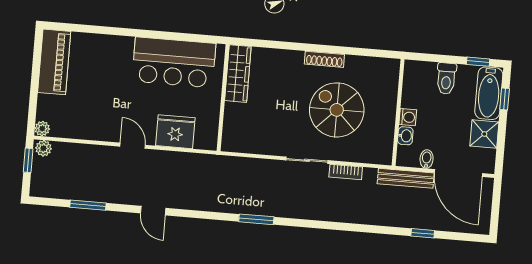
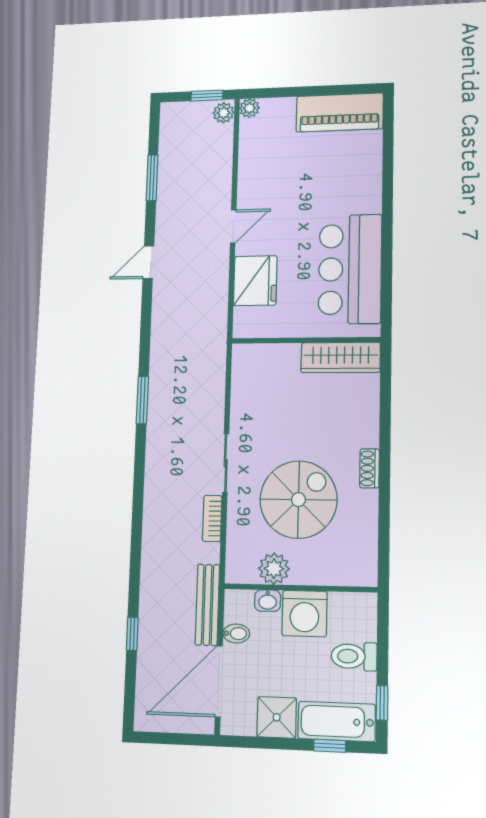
shoe rack: (324, 59) -> (370, 468), width x0.70
washing machine: (408, 117) -> (305, 613), width x1.89, depth x1.89
plant: (384, 130) -> (274, 569), added

